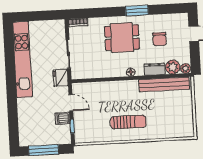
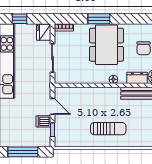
window: (137, 11) -> (99, 19), moved
window: (33, 16) -> (20, 19), added
dining table: (122, 38) -> (106, 45), width x1.38
fridge: (61, 78) -> (44, 32), moved

